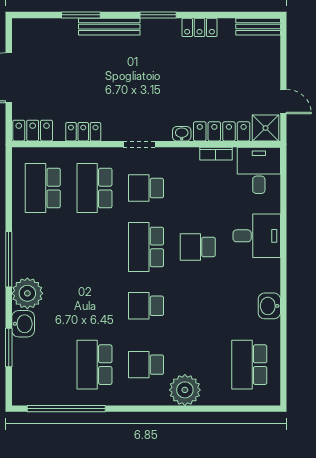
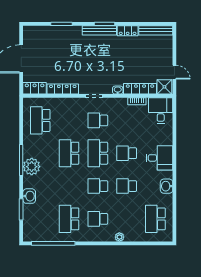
bench: (109, 27) -> (99, 30), moved
bench: (258, 27) -> (156, 30), width x1.36
locker: (83, 132) -> (63, 89), width x1.53
school desk: (94, 188) -> (69, 153), moved
desk: (257, 236) -> (160, 158), moved
plant: (27, 293) -> (32, 167), moved
school desk: (198, 306) -> (127, 186), added
plant: (185, 390) -> (119, 237), width x0.53, depth x0.53

